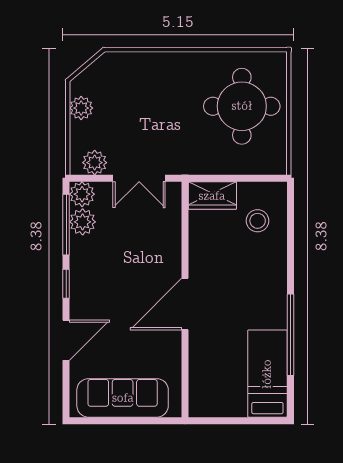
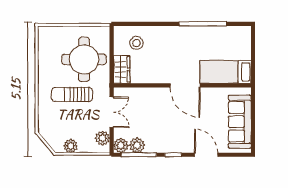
round table: (242, 106) -> (84, 59), moved
sun lounger: (169, 110) -> (72, 94), added
bed: (267, 374) -> (226, 72), moved

